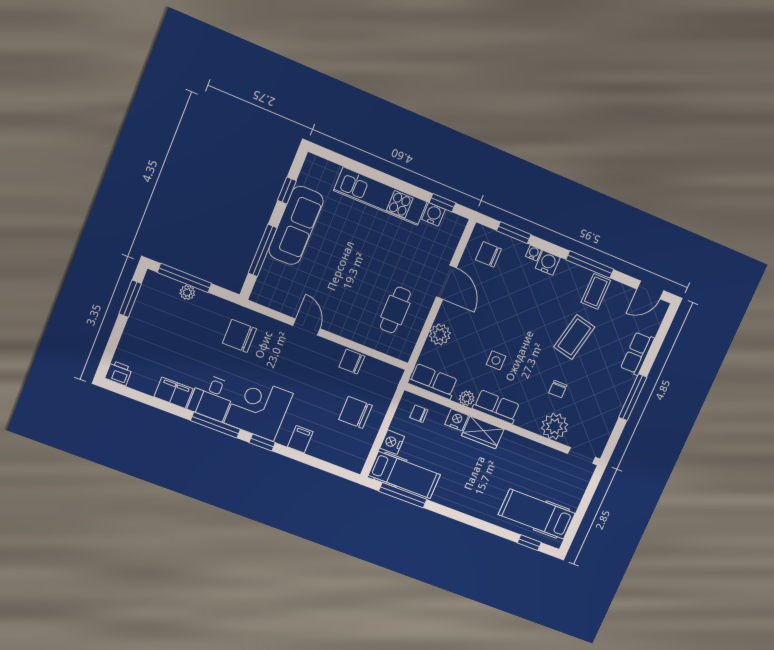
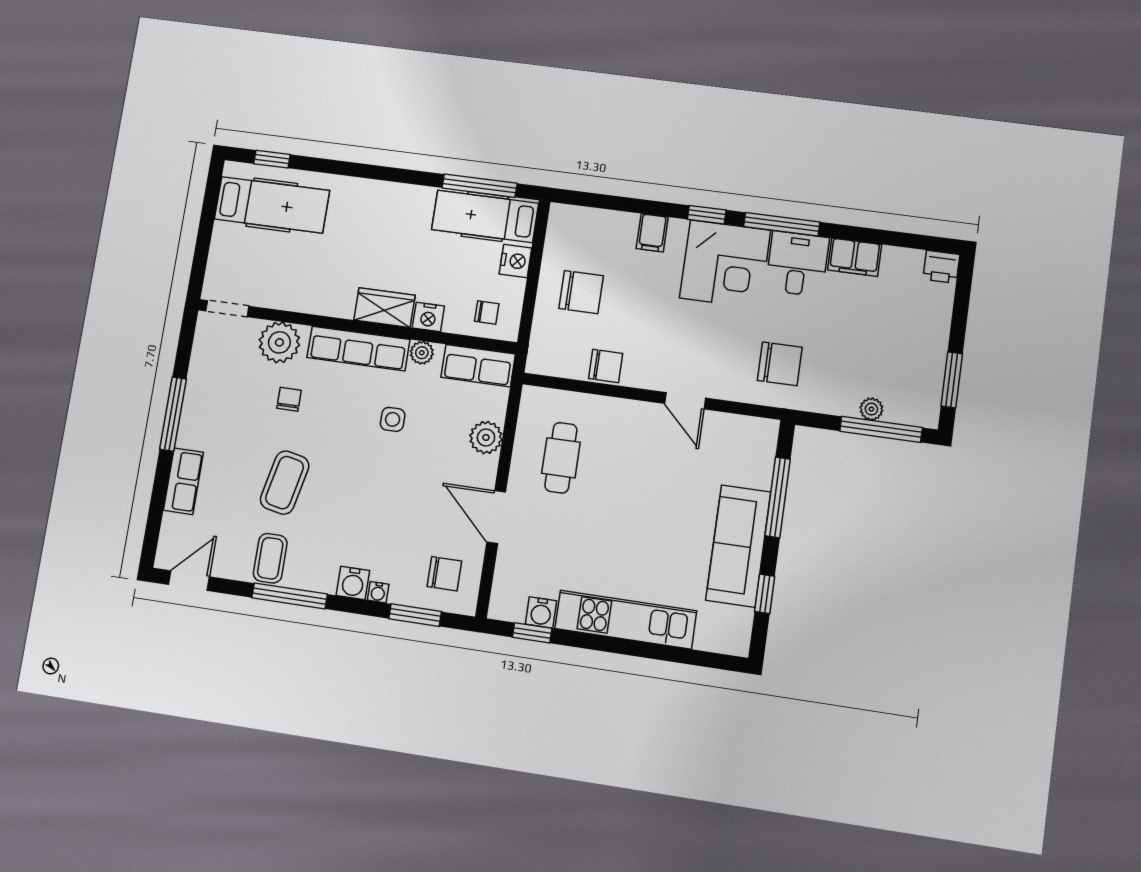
row of seats: (496, 407) -> (358, 349), width x1.48

